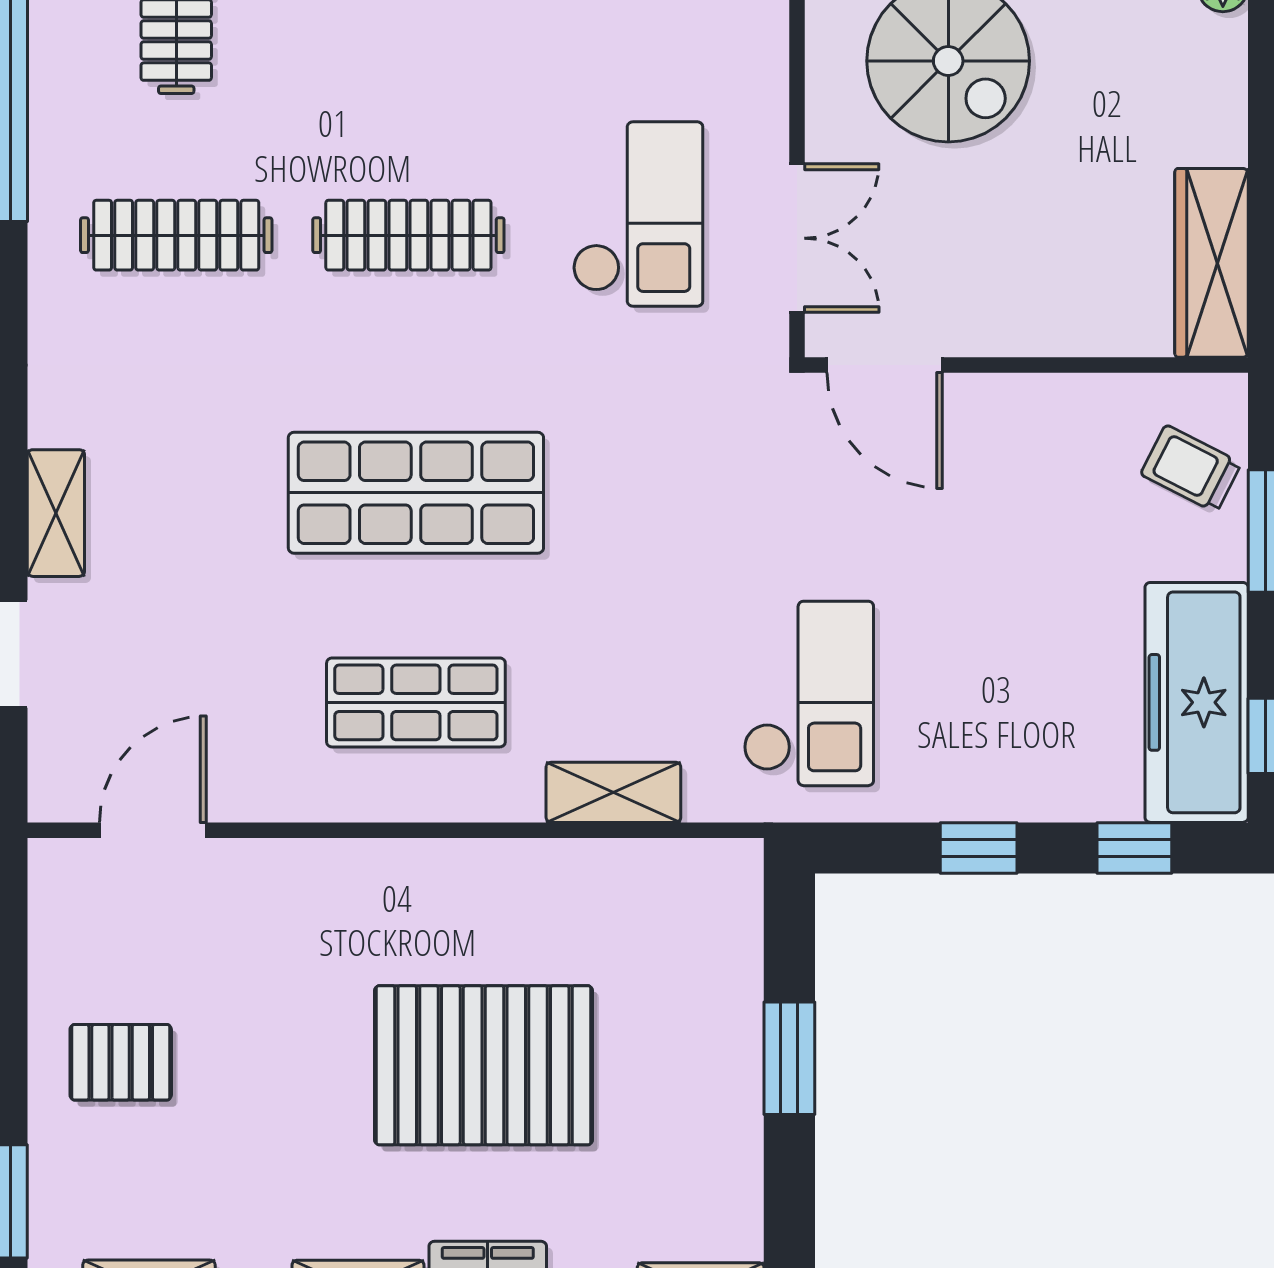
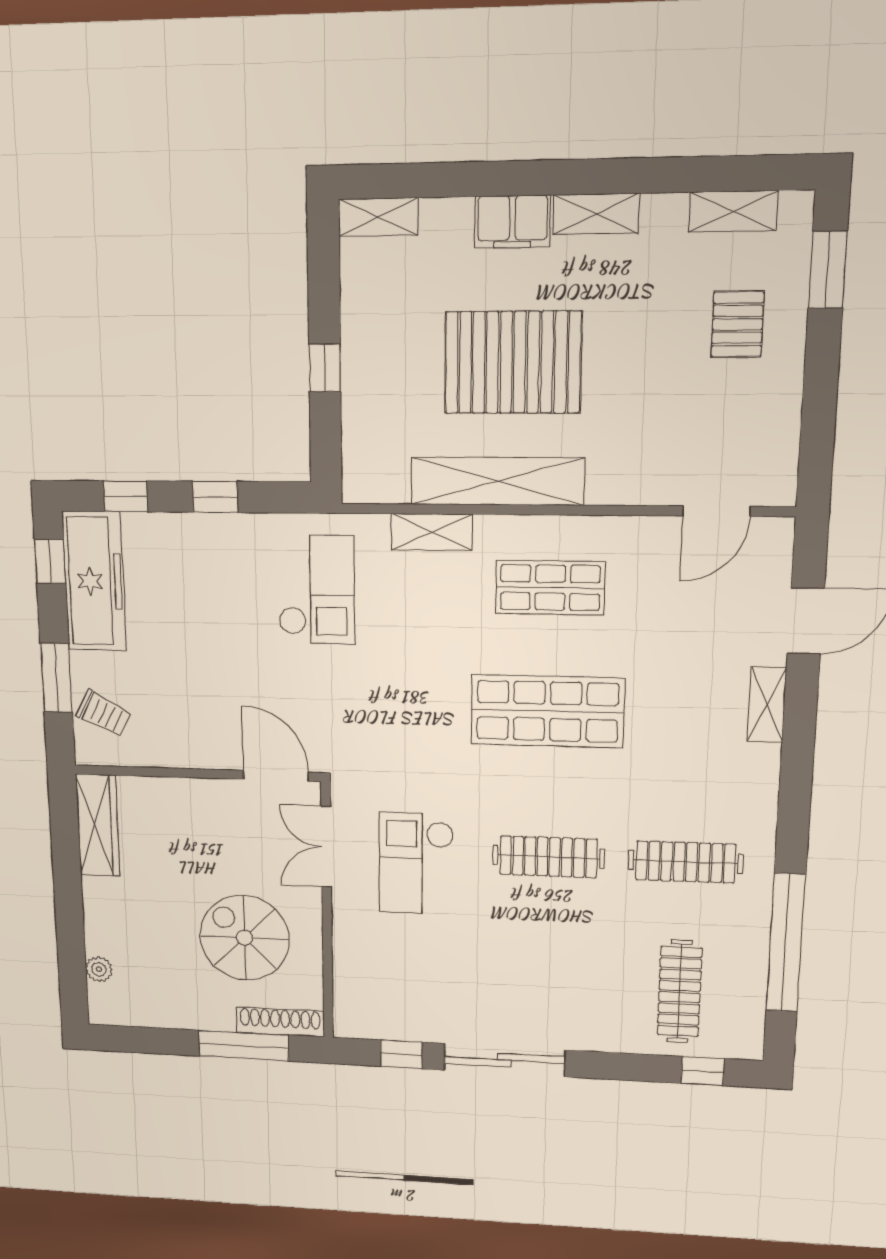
checkout: (809, 693) -> (316, 590), turned 180
shelving: (506, 876) -> (497, 481), added
window: (789, 1058) -> (325, 368), width x0.67
pallet: (121, 1062) -> (737, 324), moved, turned 90

